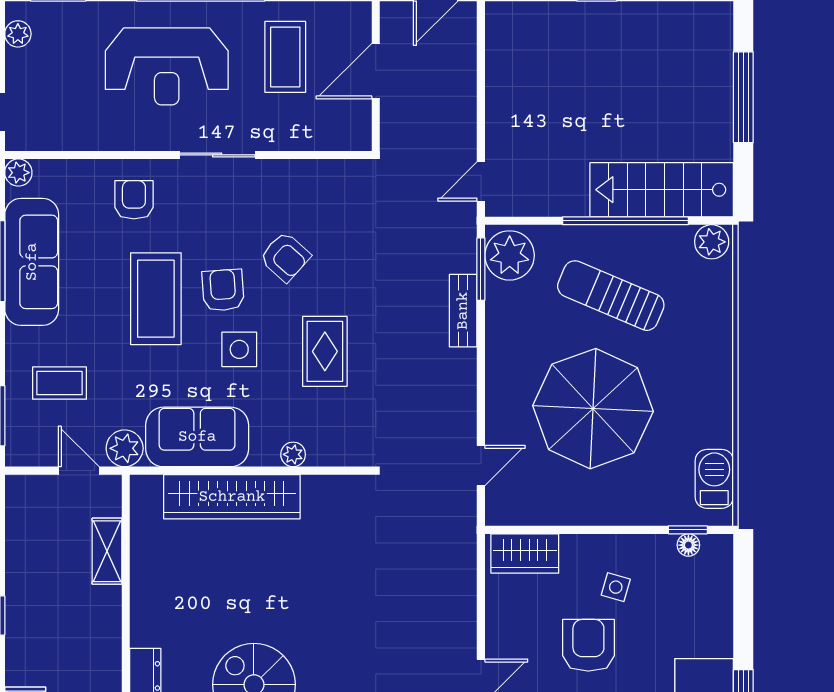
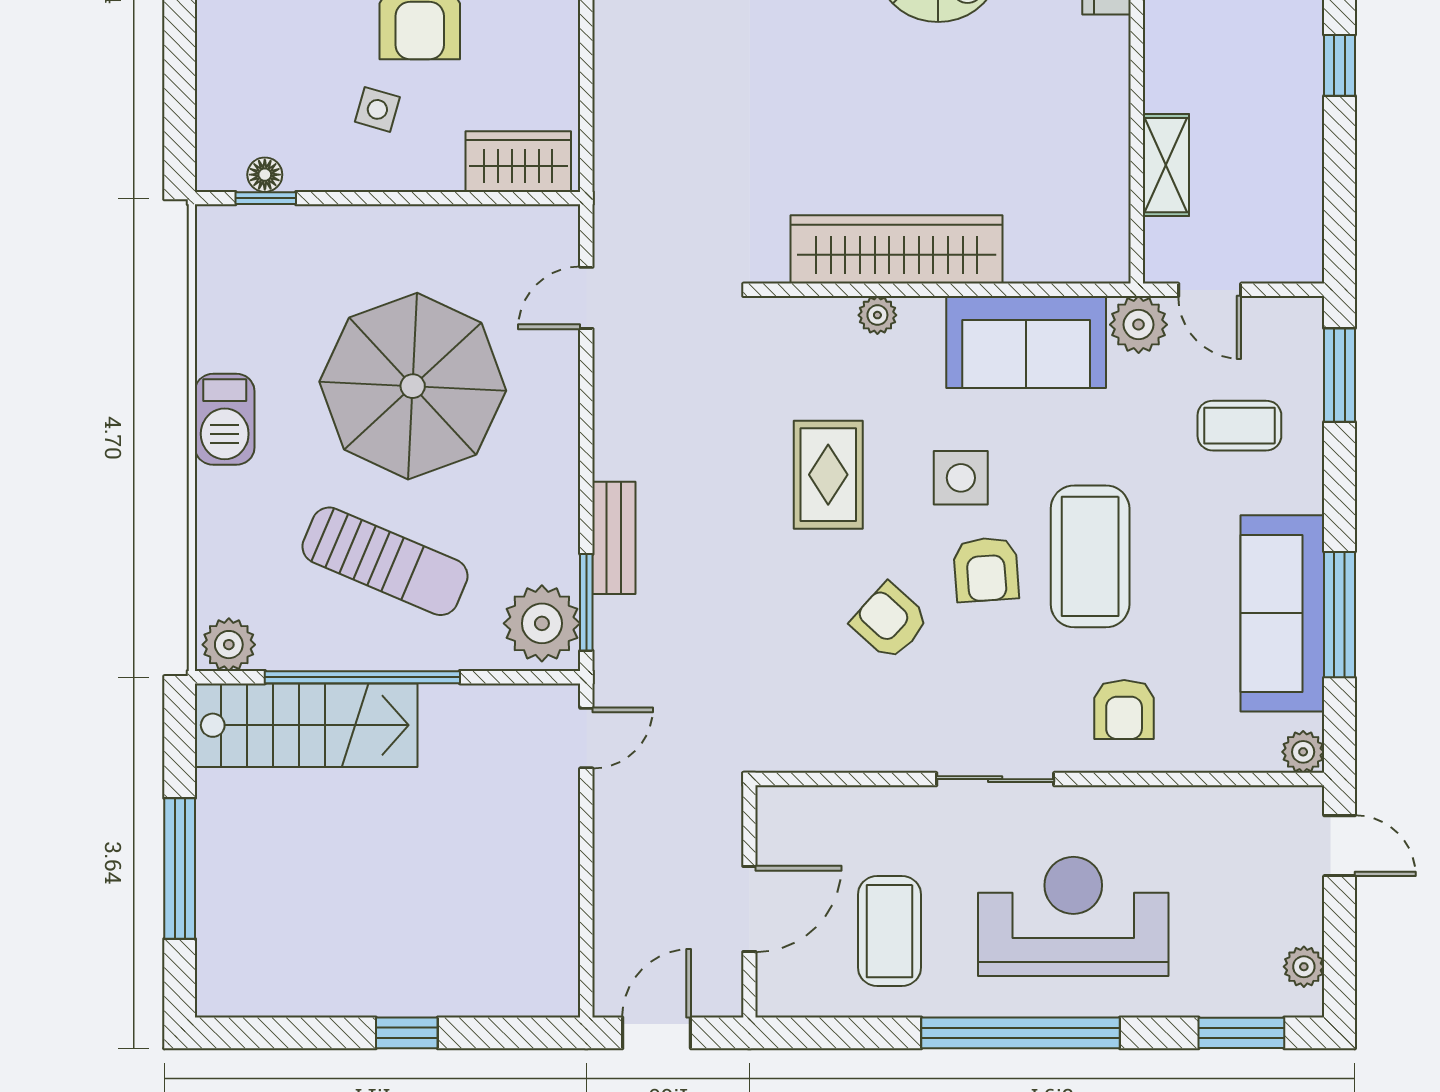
barbecue: (714, 479) -> (225, 419), moved
wardrobe: (232, 497) -> (897, 249), moved

